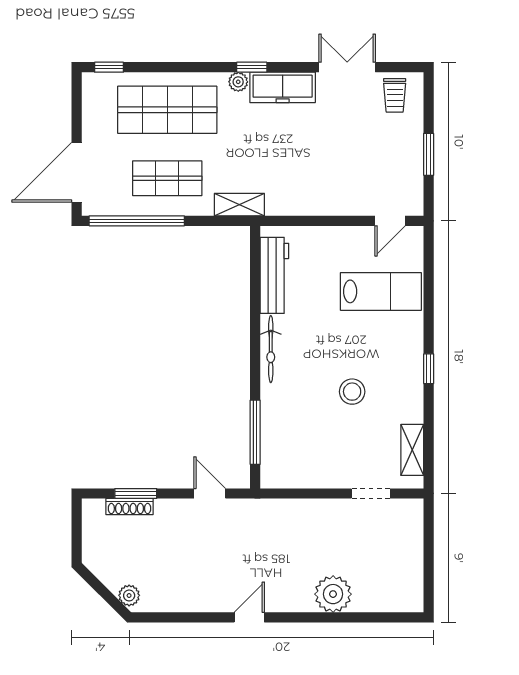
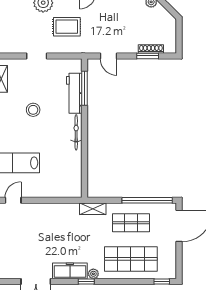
trolley: (395, 95) -> (11, 267), removed
workbench: (274, 275) -> (74, 93), moved
doorway: (371, 493) -> (37, 56), moved
rug: (288, 549) -> (67, 27), added

